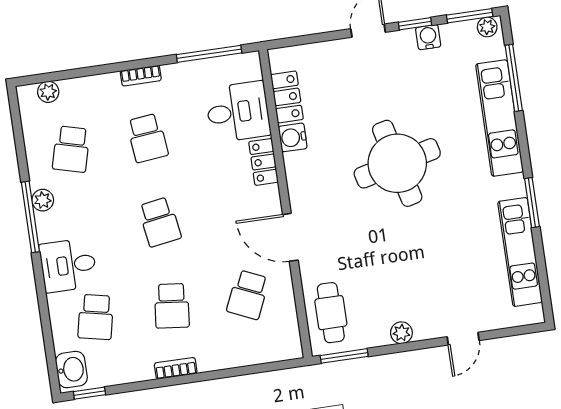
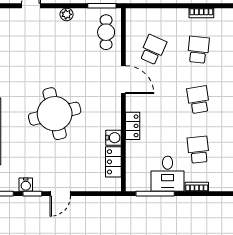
desk: (238, 112) -> (168, 174), moved, turned -90

